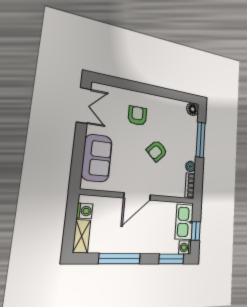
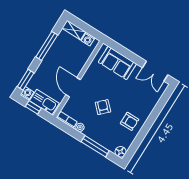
armchair: (137, 116) -> (130, 121), moved
door: (137, 196) -> (73, 87), moved

